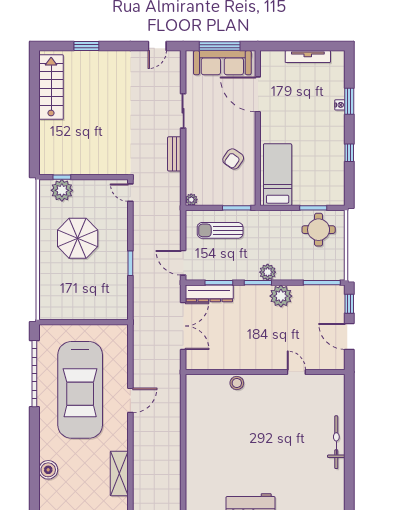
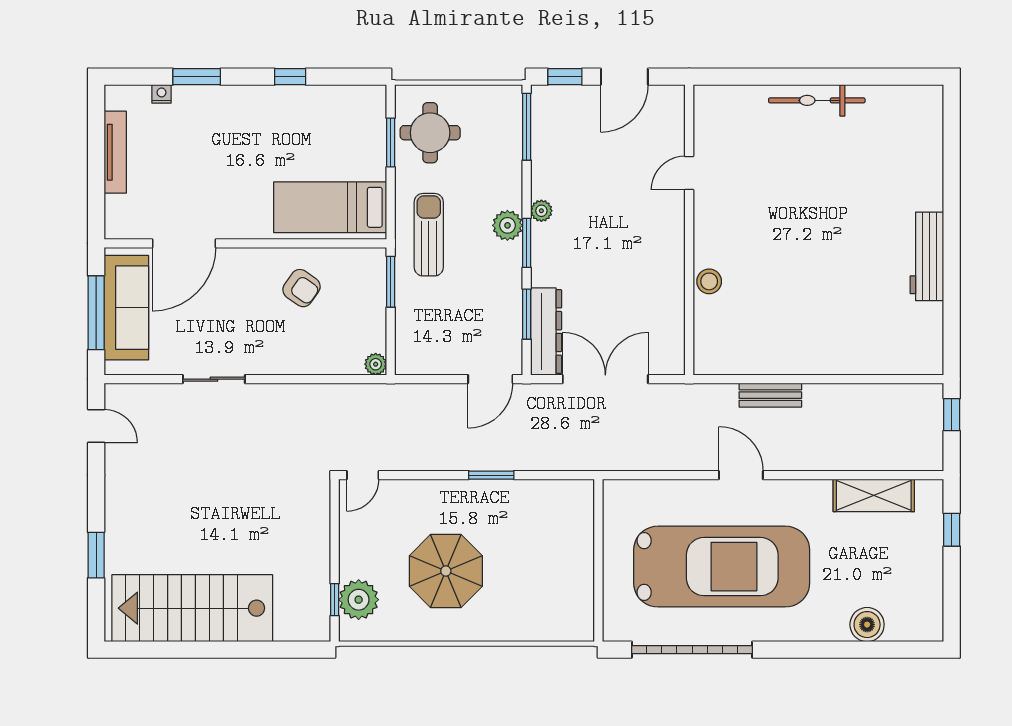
stairs: (51, 87) -> (192, 608), width x1.36, depth x1.51
nightstand: (340, 105) -> (162, 94), moved
bench: (174, 154) -> (770, 395), moved
sun lounger: (220, 230) -> (429, 235), moved, turned 180
plant: (281, 296) -> (541, 211), width x0.53, depth x0.53

